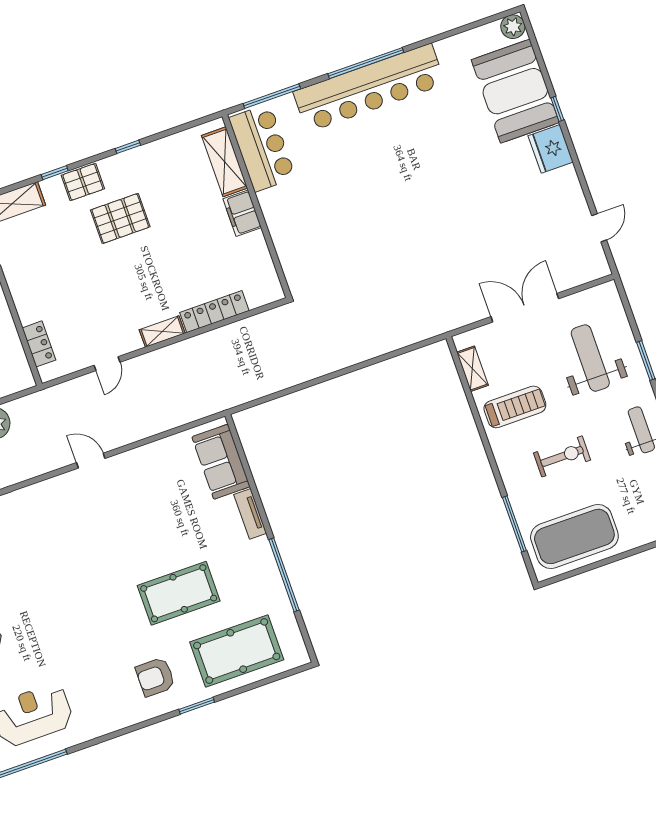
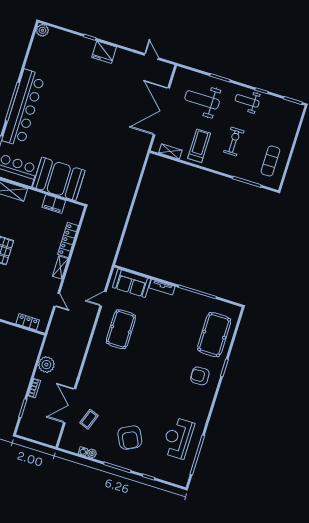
booth: (515, 91) -> (59, 179), moved
filing cabinet: (242, 213) -> (54, 204), moved
double door: (525, 308) -> (161, 111), width x1.36
door: (91, 461) -> (103, 299), moved
exercise mat: (574, 536) -> (270, 161), width x0.50, depth x0.69
pool table: (179, 593) -> (121, 329), moved
armchair: (155, 677) -> (200, 376), turned 87

